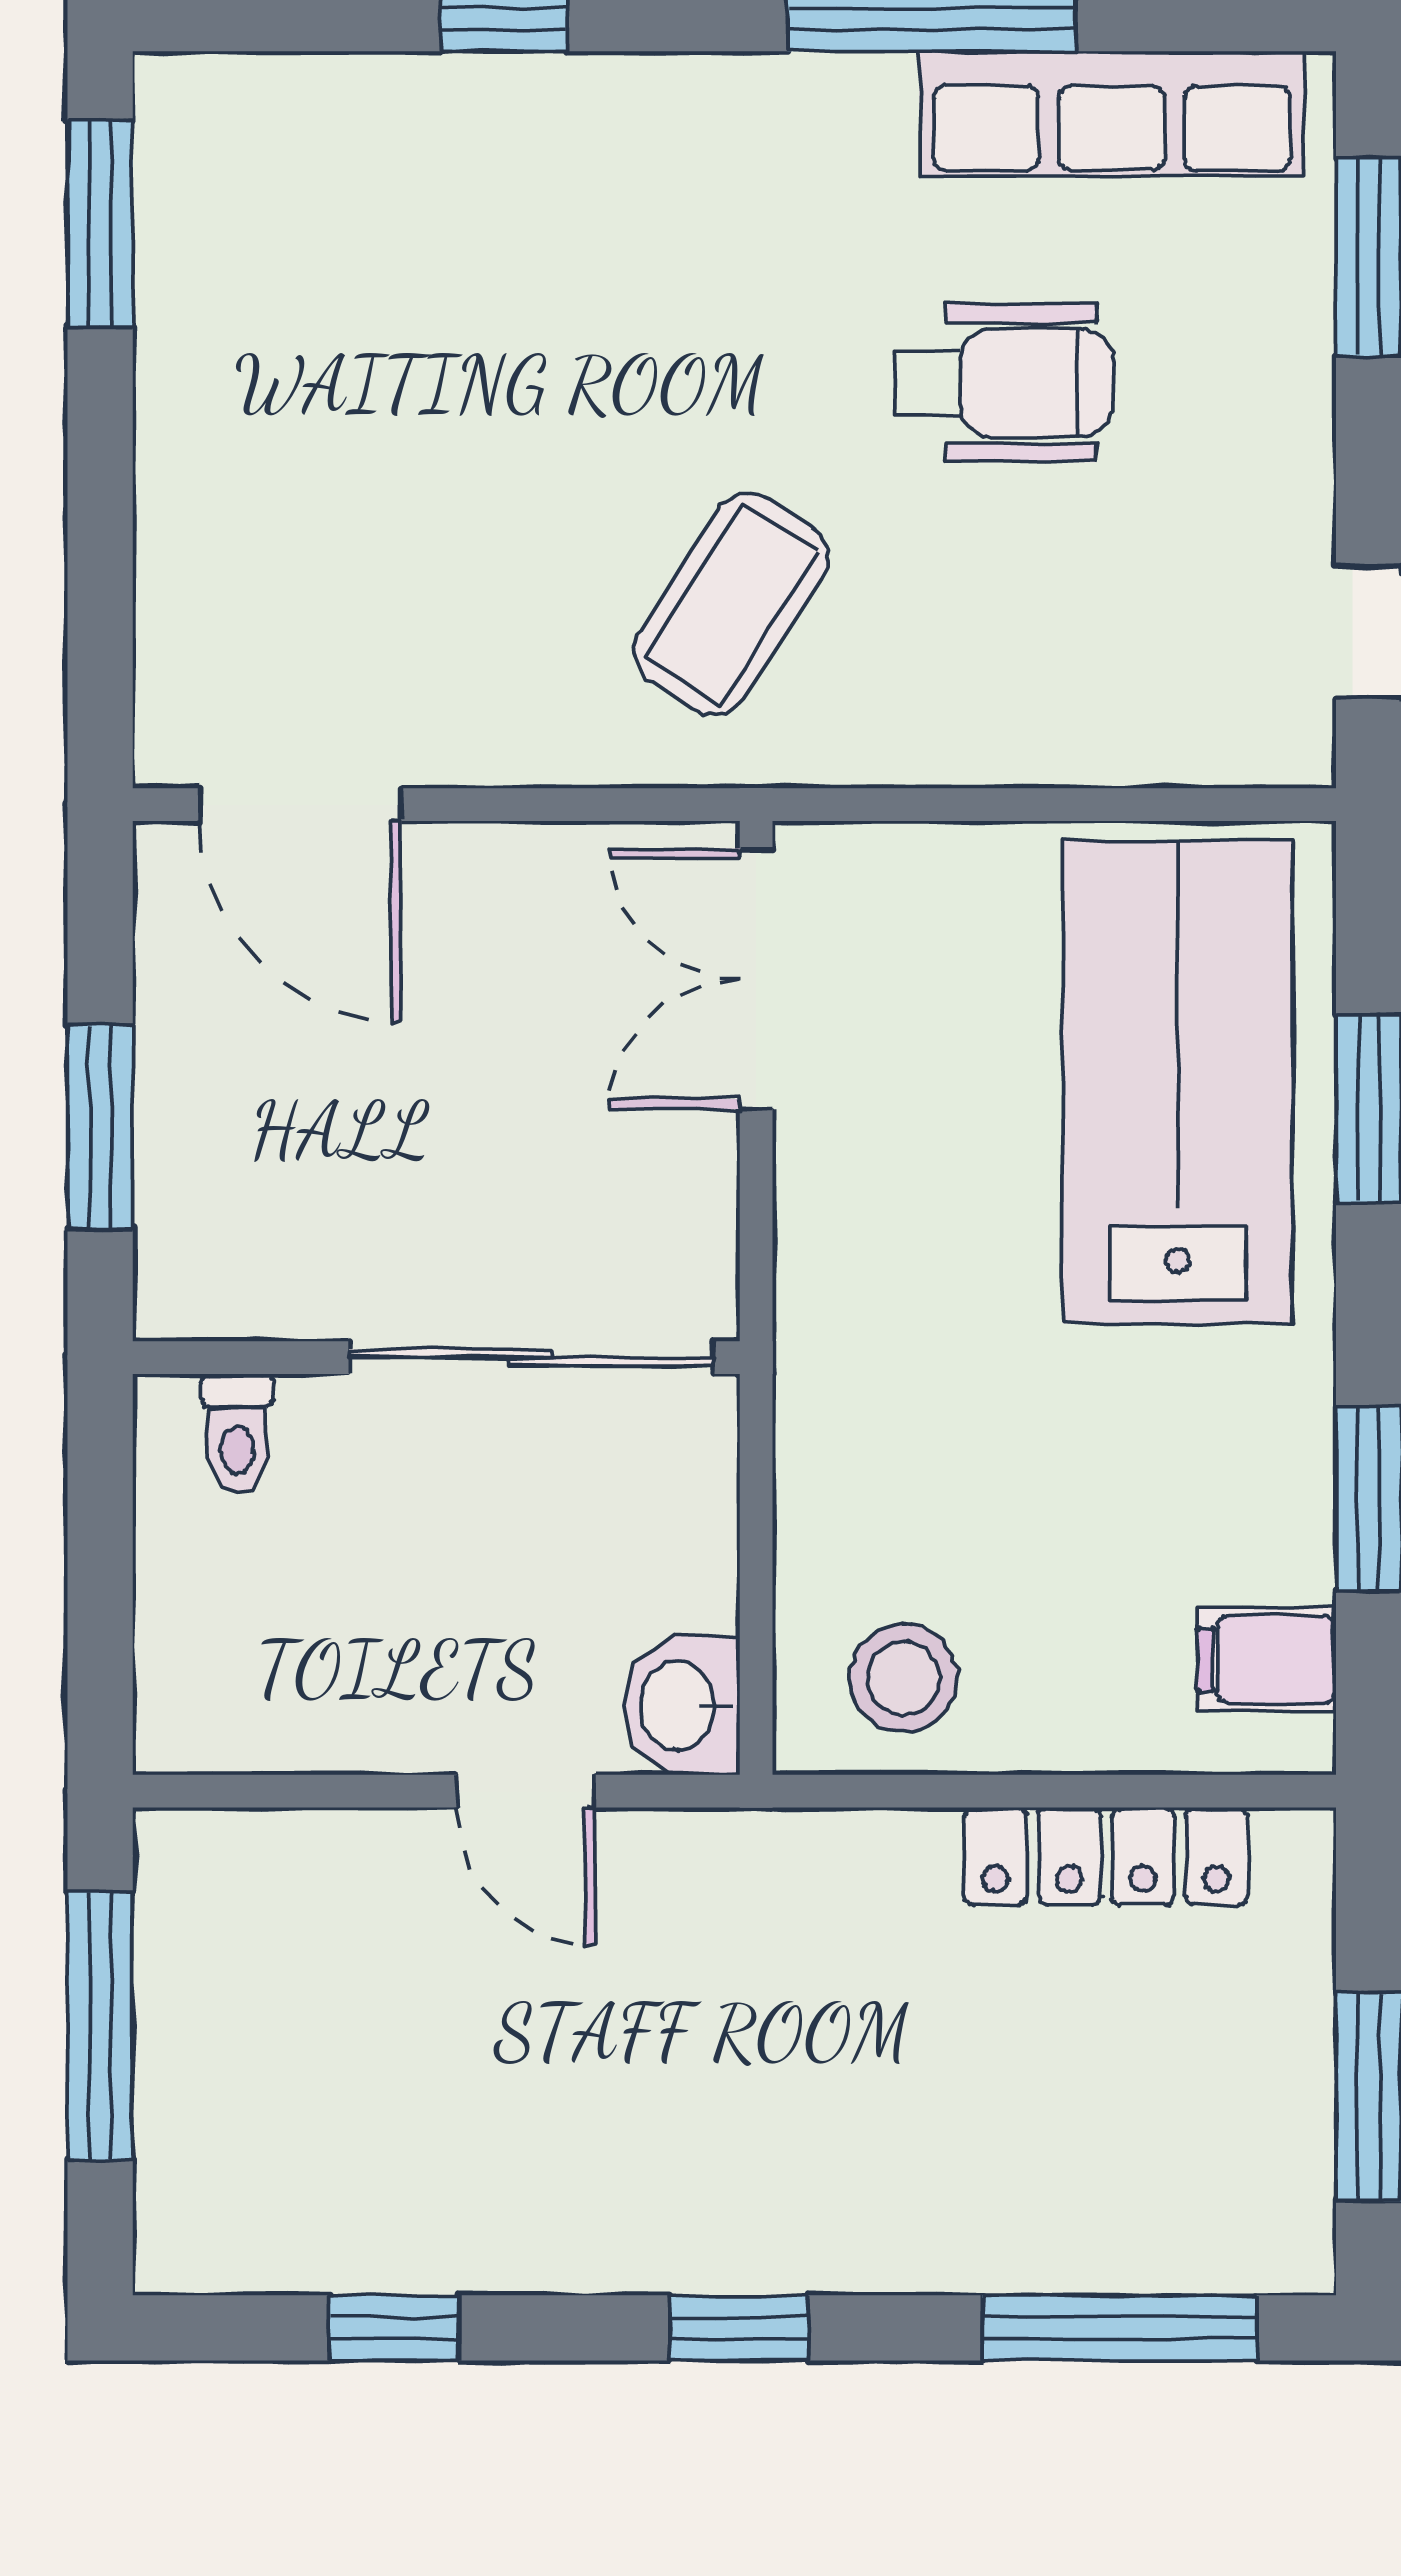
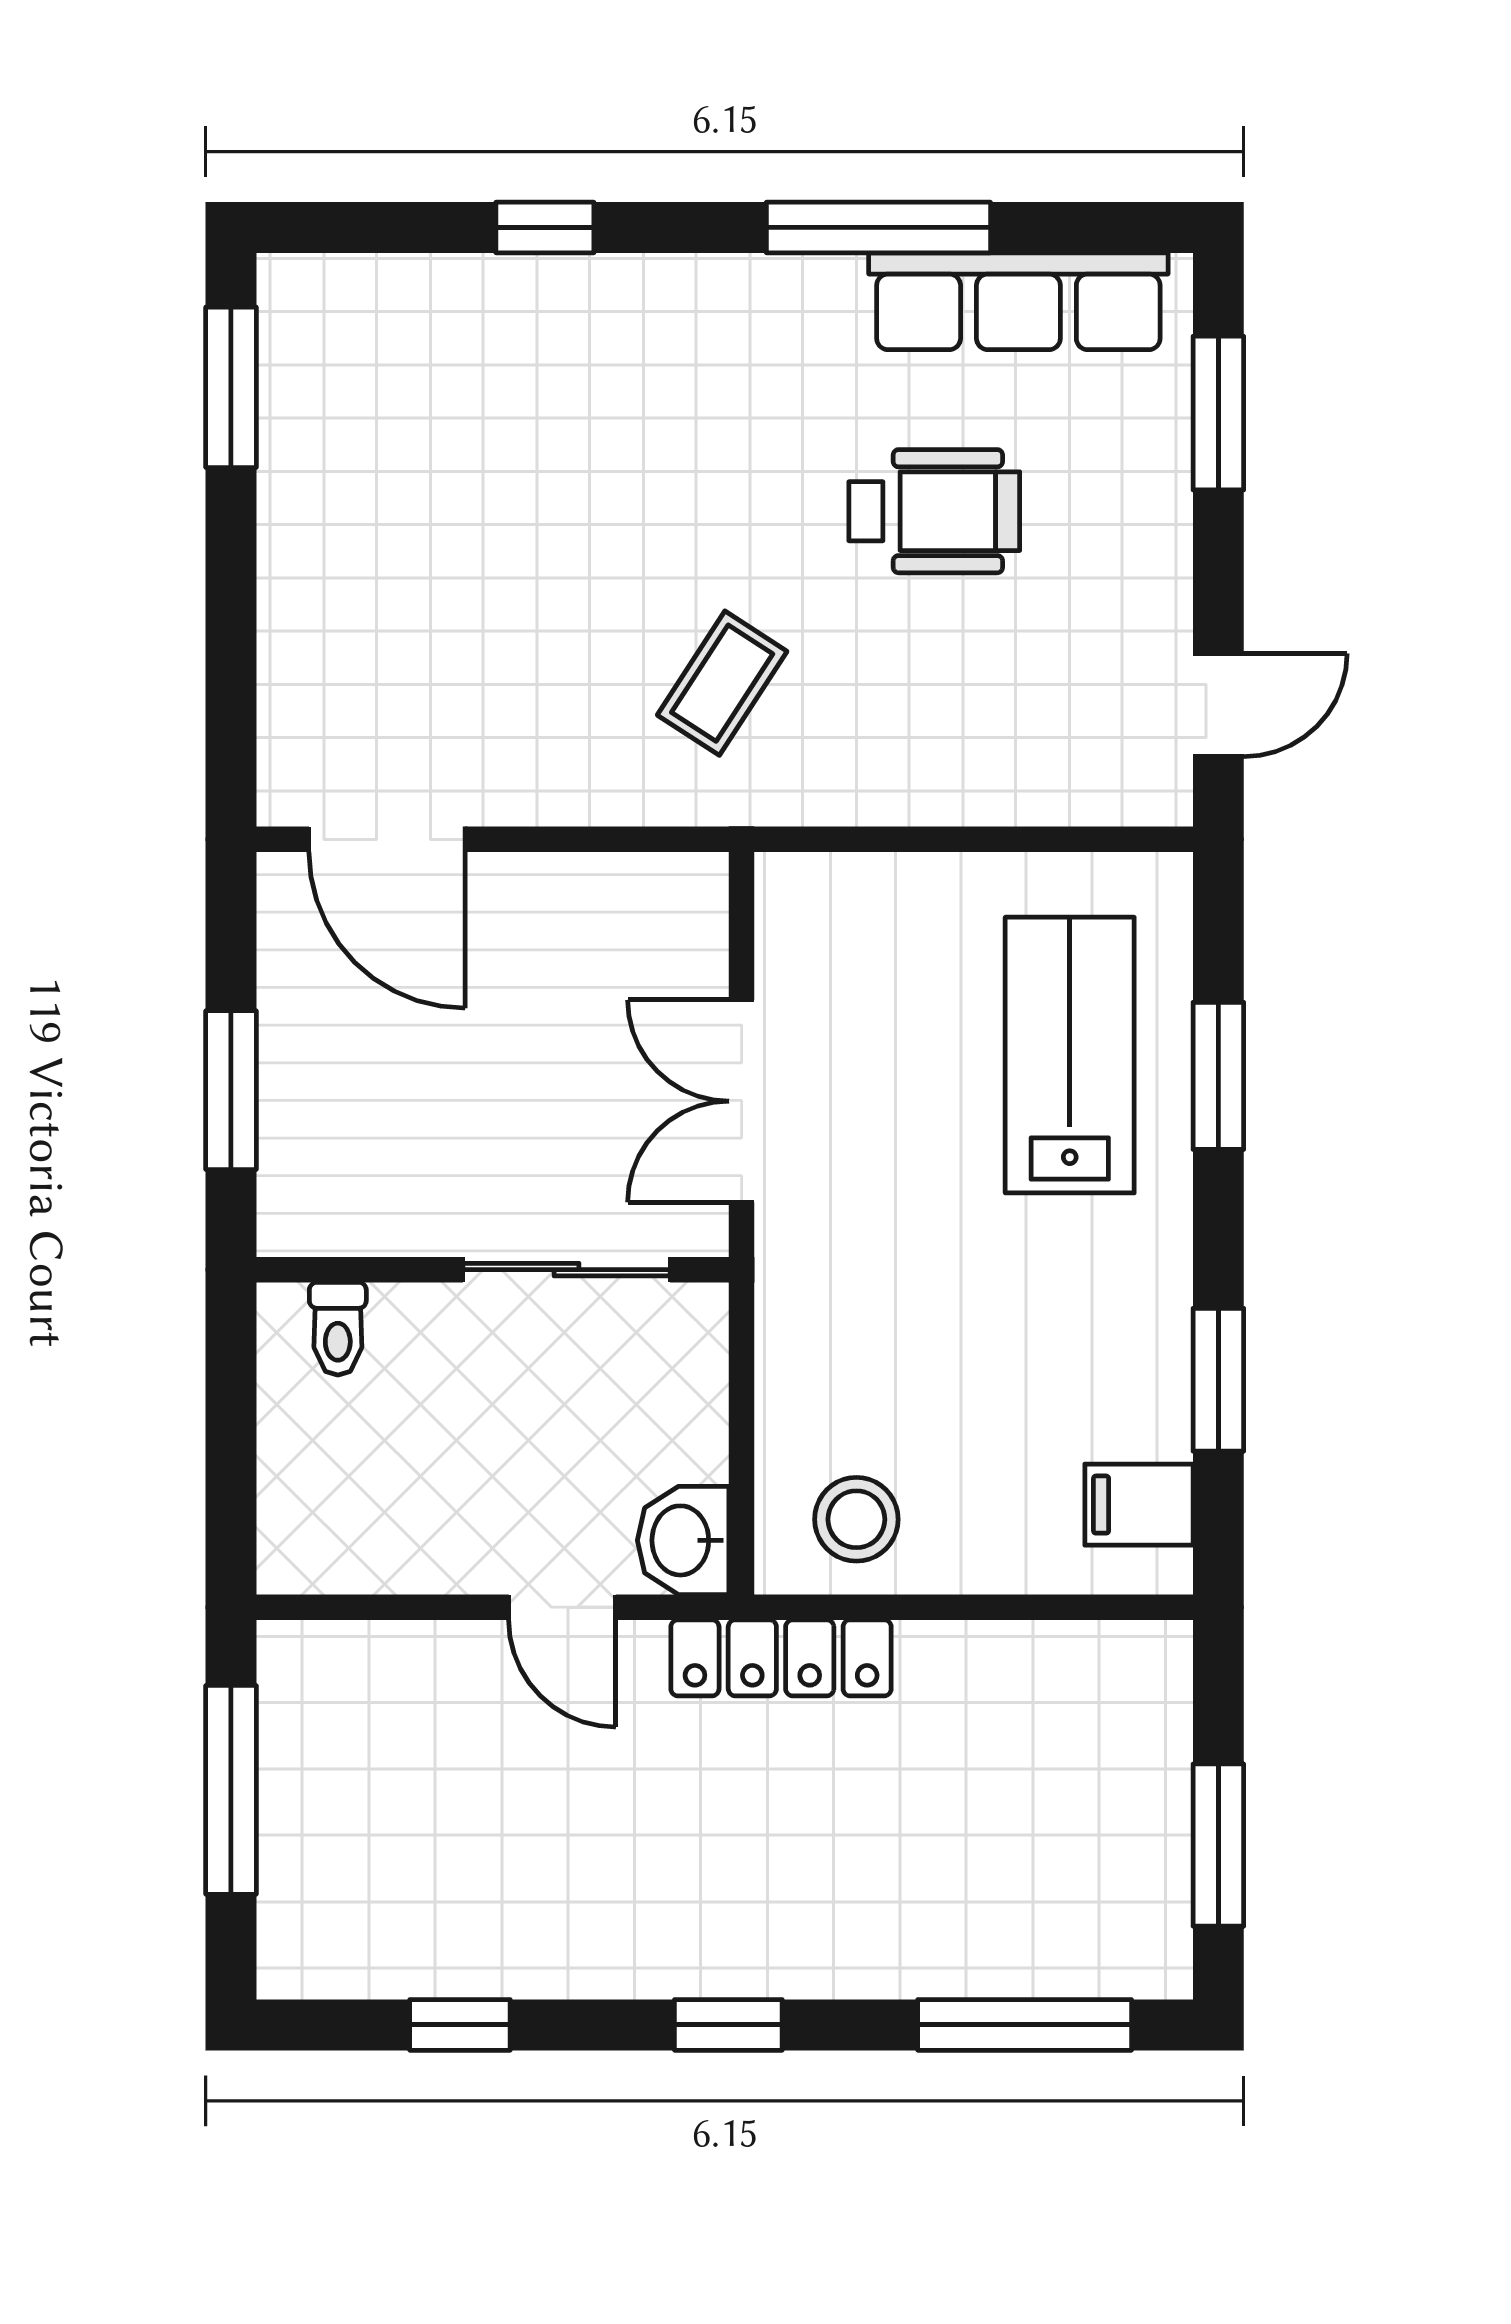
coffee table: (731, 604) -> (722, 683), width x0.73, depth x0.77
double door: (756, 979) -> (742, 1101), moved
lab bench: (1178, 1082) -> (1070, 1055), width x0.73, depth x0.72
sliding door: (531, 1358) -> (567, 1270), width x0.73
locker: (1106, 1856) -> (781, 1658), moved

